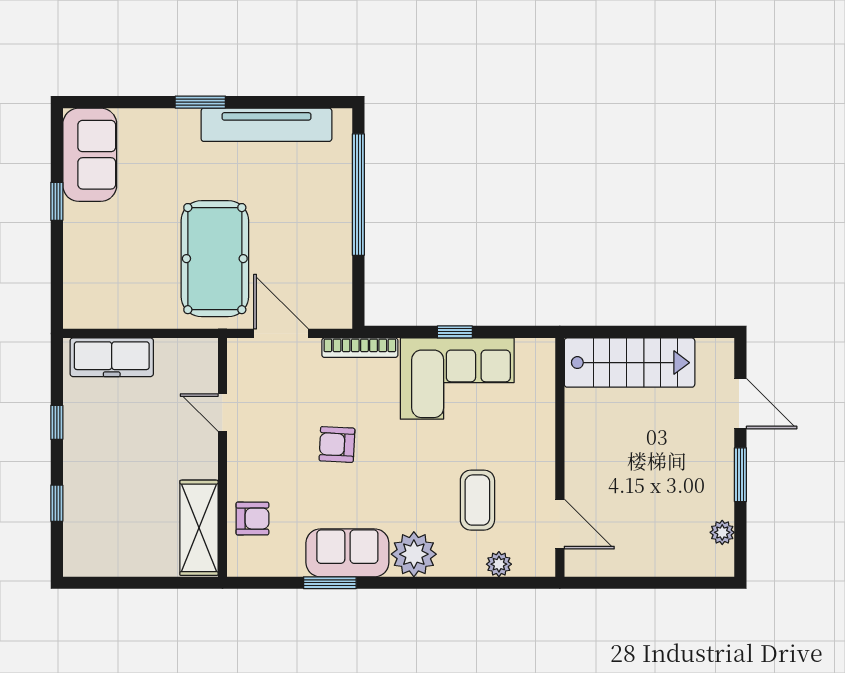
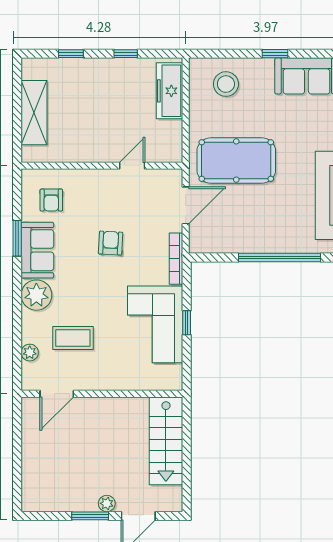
stool: (102, 274) -> (226, 84), added
armchair: (252, 519) -> (51, 200), moved
shelving: (199, 528) -> (34, 113), moved, turned 90
plant: (722, 532) -> (107, 503), moved

